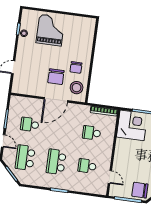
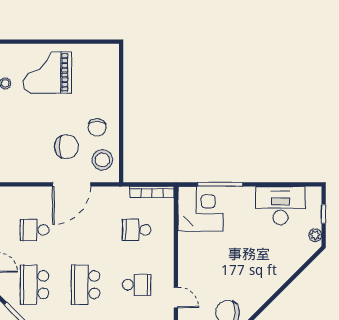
grand piano: (50, 30) -> (47, 72), turned -90
chair: (56, 77) -> (66, 147), turned -90
school desk: (87, 166) -> (137, 285), turned 180

